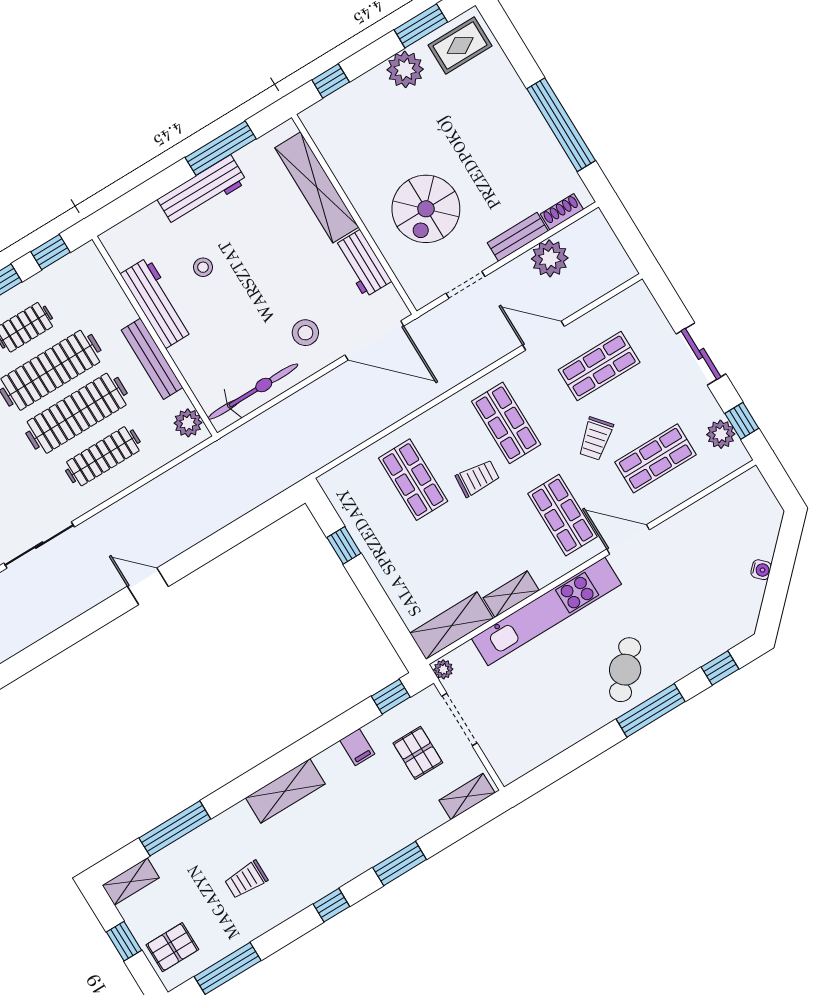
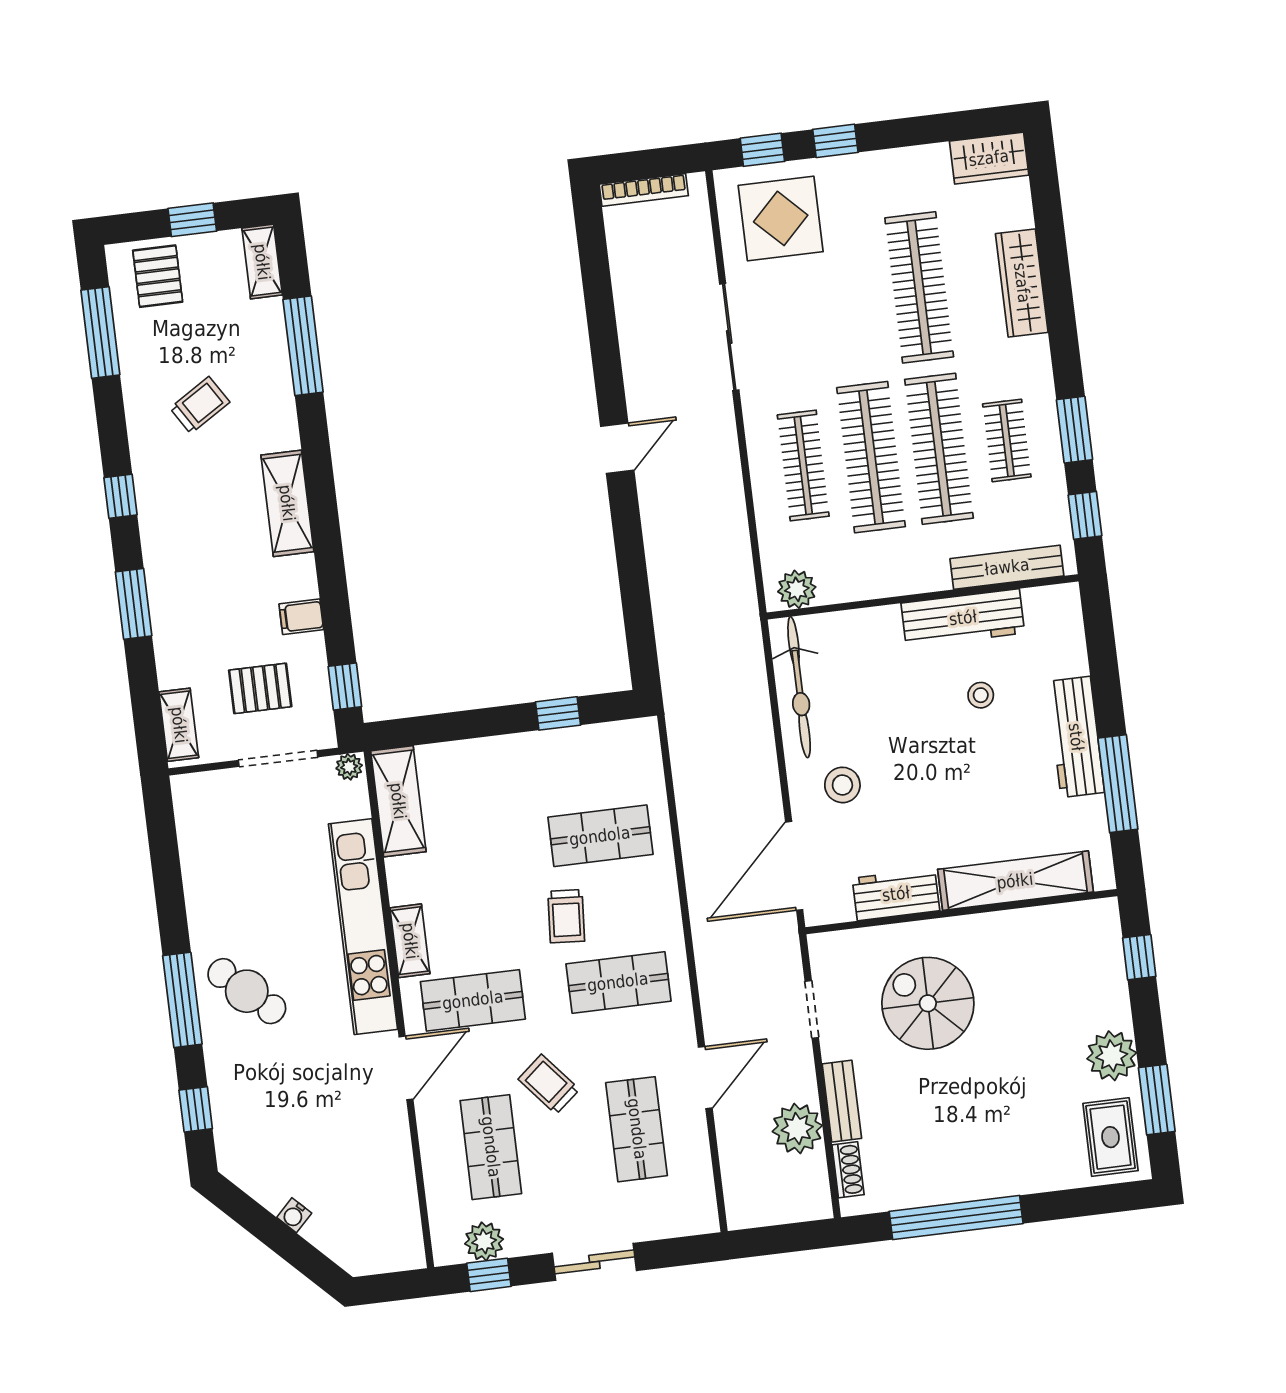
bench: (152, 359) -> (1007, 567), moved
shelving: (511, 594) -> (410, 941), moved
trolley: (246, 880) -> (200, 405), turned 58

